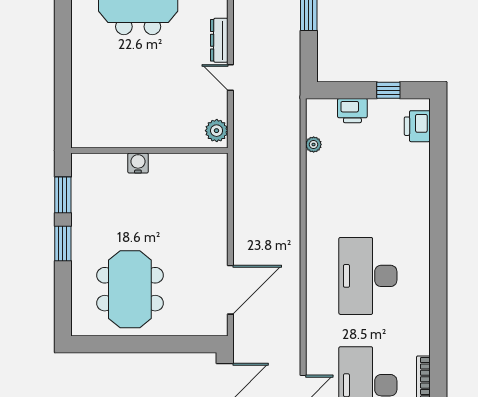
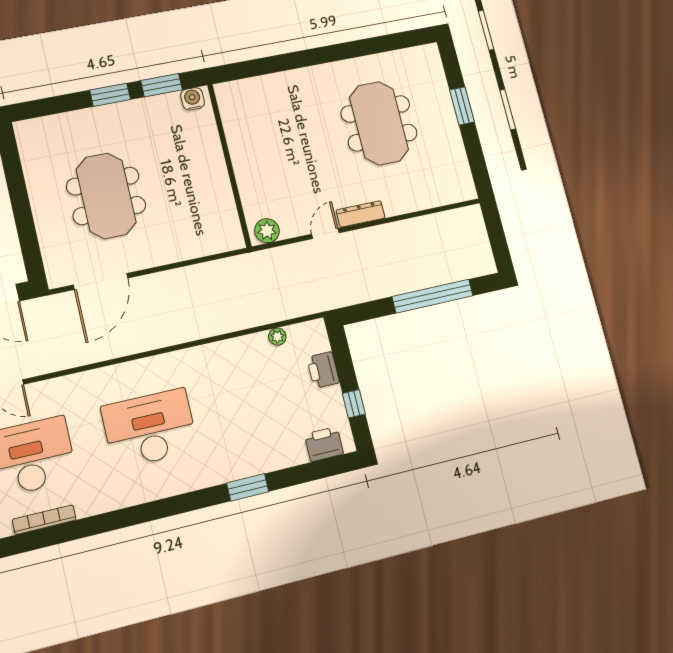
water cooler: (138, 163) -> (193, 99), moved, turned -90
window: (438, 203) -> (248, 487), added
meeting table: (130, 289) -> (106, 196), moved, turned 90
door: (230, 290) -> (101, 281), hinge flipped

